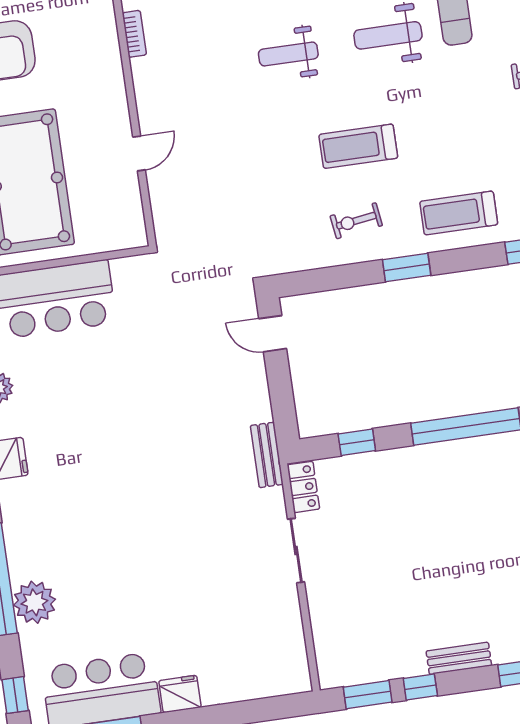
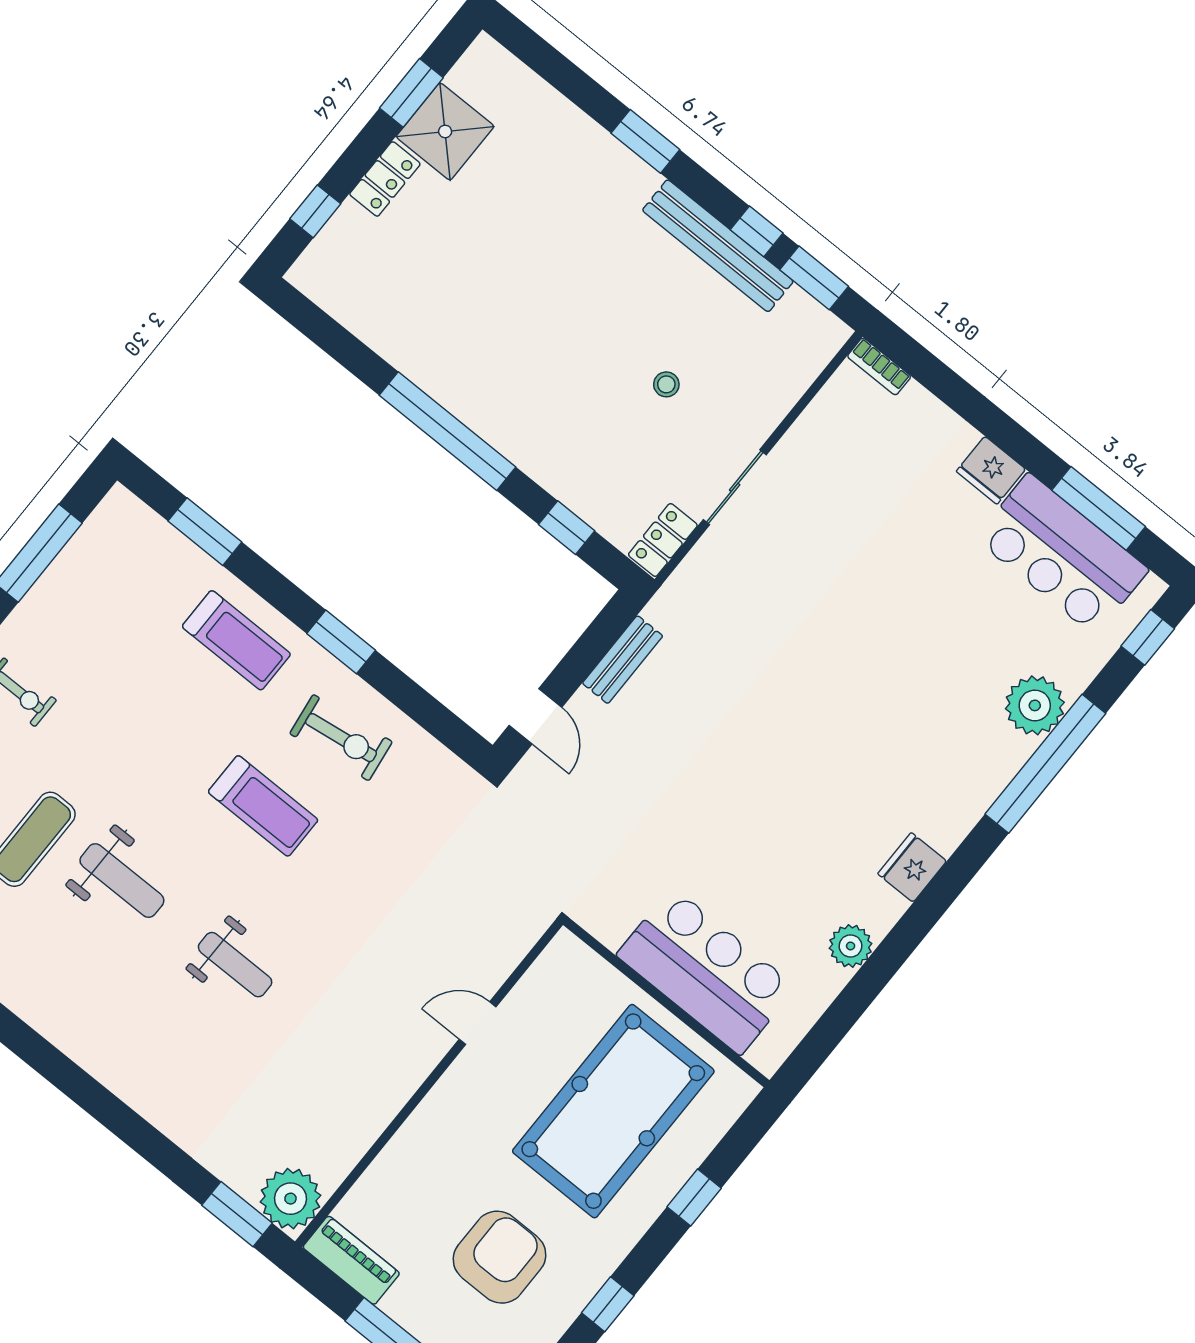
bookcase: (134, 34) -> (879, 366), moved, turned -90
exercise bike: (356, 221) -> (341, 738), width x1.38, depth x1.39
bench: (267, 455) -> (623, 660), moved
stool: (384, 565) -> (666, 384), added
bench: (459, 658) -> (718, 246), width x1.86, depth x1.21

